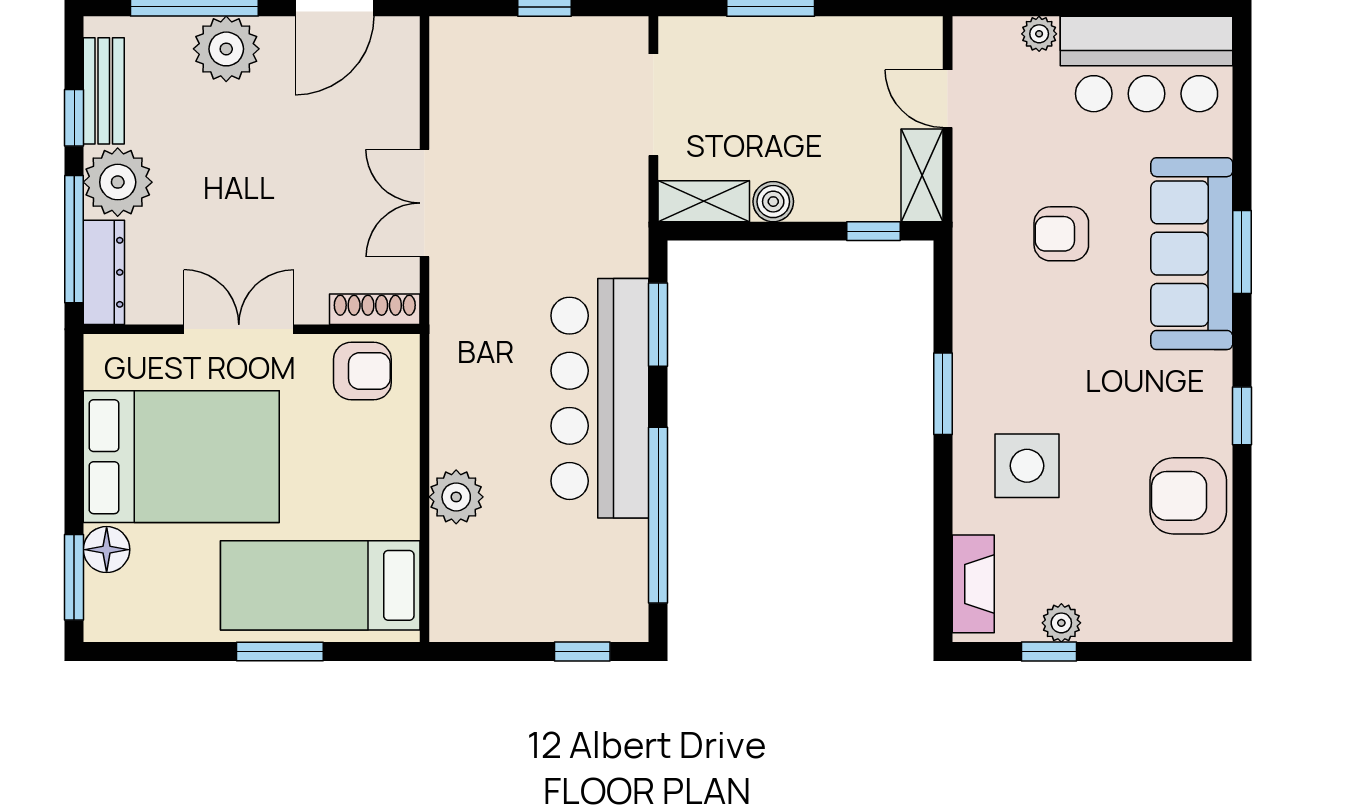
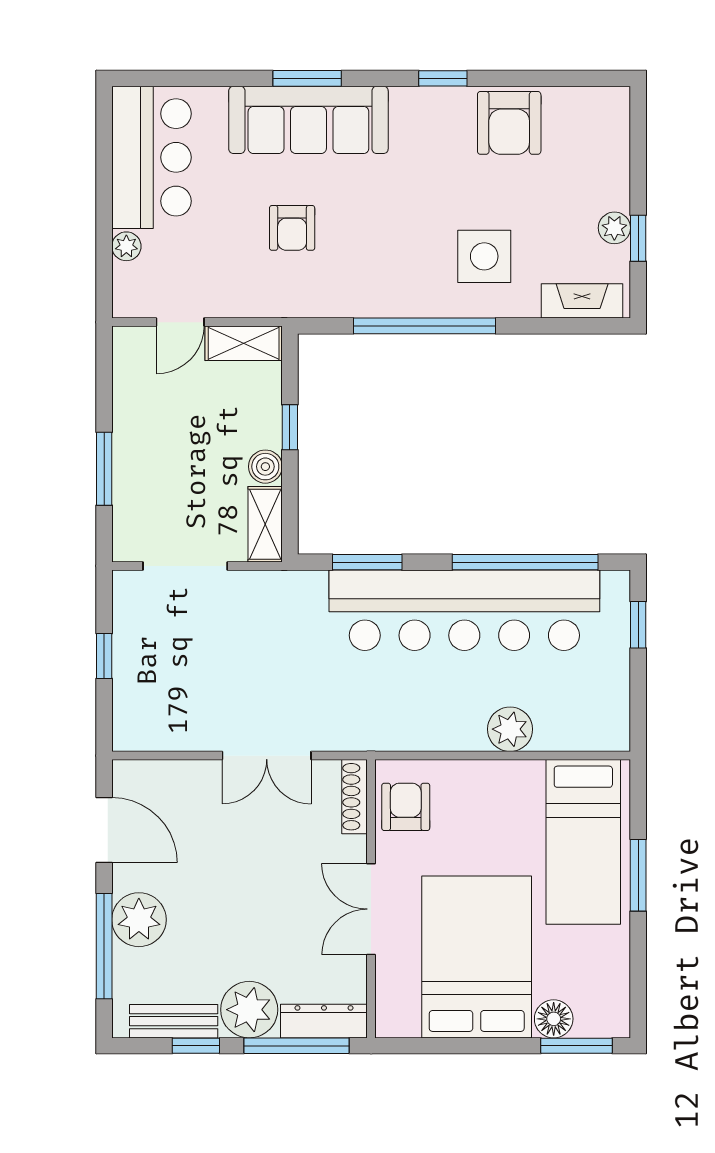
window: (874, 231) -> (290, 427), moved
window: (943, 394) -> (425, 326), width x2.11
bar counter: (600, 398) -> (464, 610), width x1.36

